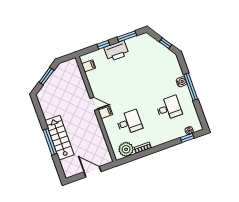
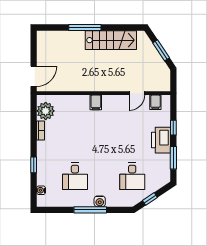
door: (94, 104) -> (137, 93), moved
desk: (129, 122) -> (132, 176), moved
stairs: (59, 138) -> (111, 40), moved
window: (187, 138) -> (34, 165), moved
door: (93, 172) -> (34, 76), moved

